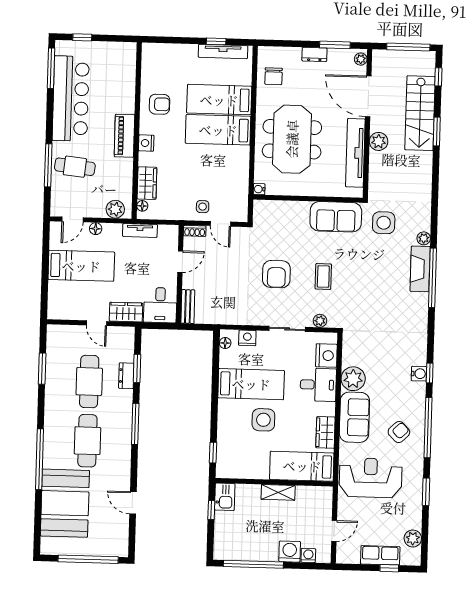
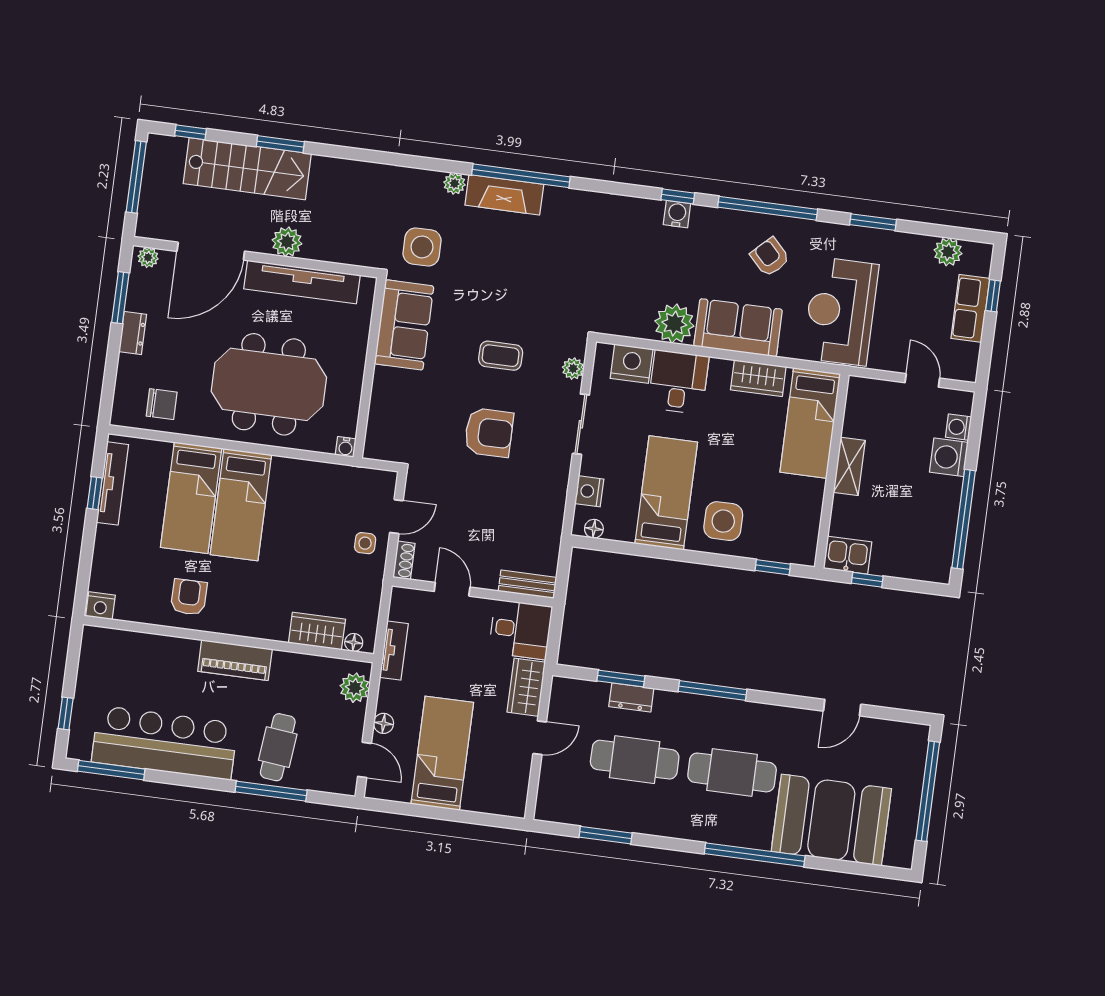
nightstand: (146, 143) -> (100, 606), moved
side table: (263, 420) -> (723, 521), moved

